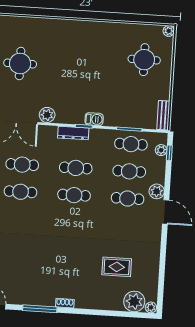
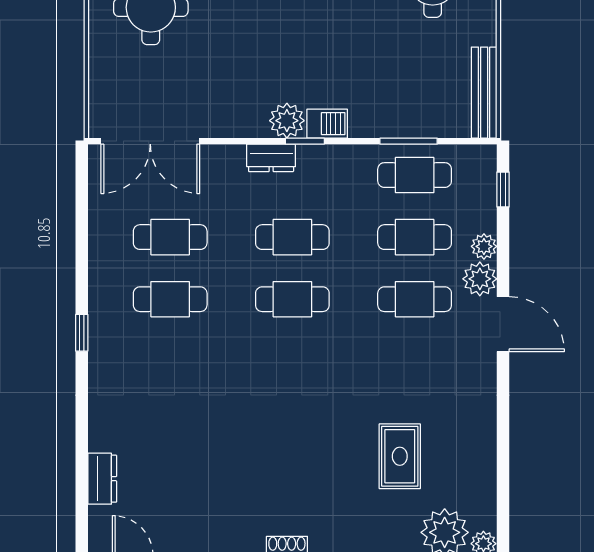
plant: (47, 115) -> (287, 121), moved
bench: (163, 115) -> (484, 93), width x1.36
dresser: (73, 133) -> (271, 158), width x0.70
plant: (161, 150) -> (484, 246), moved
rug: (117, 267) -> (400, 456), turned 90

